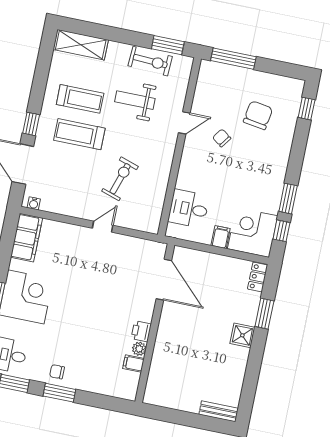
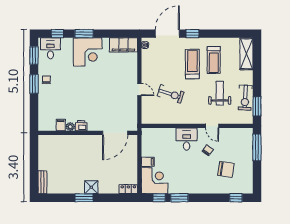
desk: (189, 209) -> (187, 139), moved
window: (264, 314) -> (84, 198), moved

